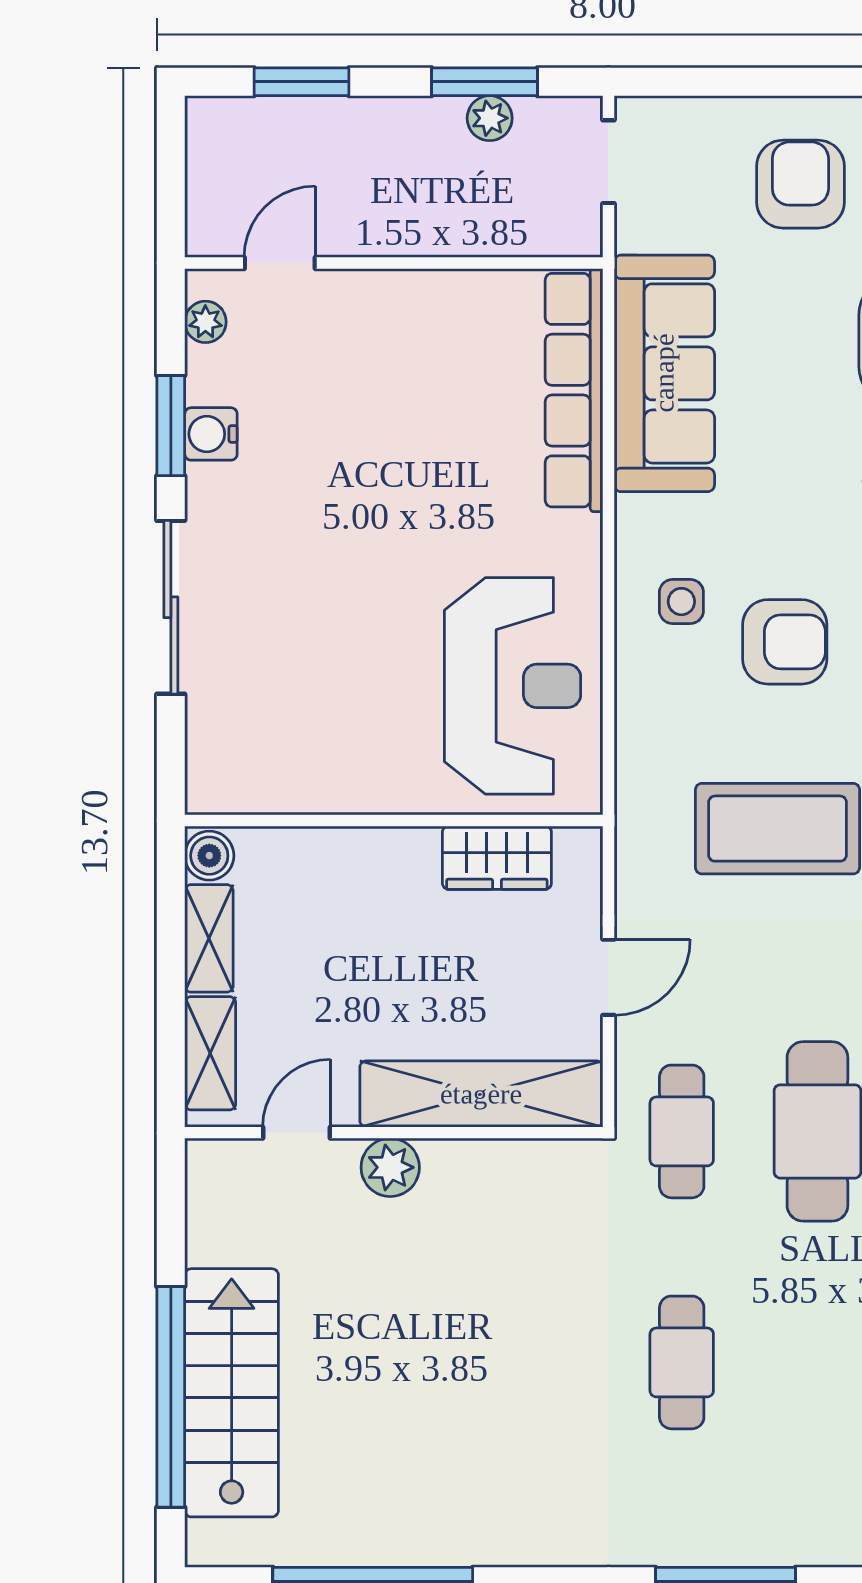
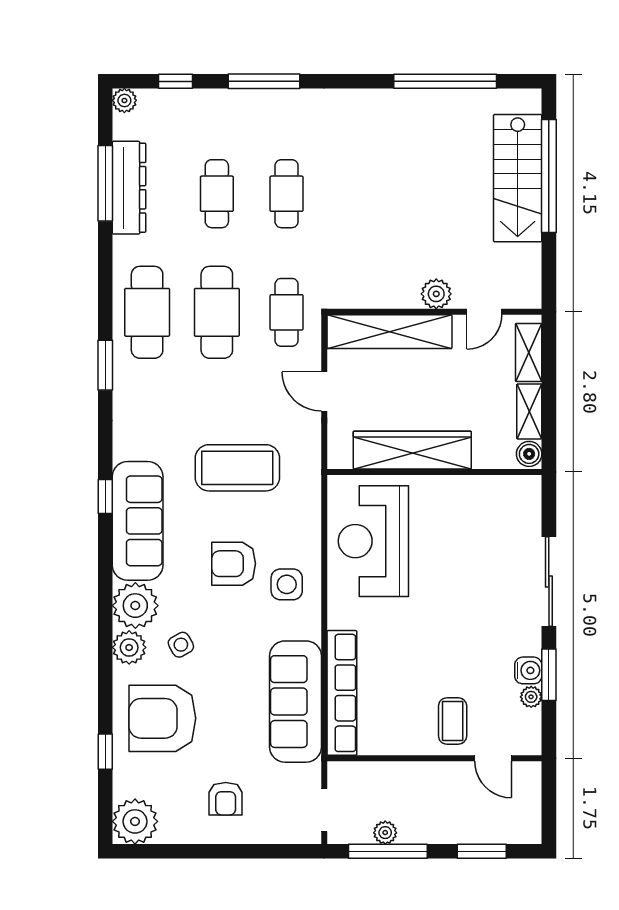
window: (484, 82) -> (388, 851), width x1.44
armchair: (800, 184) -> (226, 799), width x0.72, depth x0.72
door: (280, 263) -> (493, 758), hinge flipped
plant: (205, 322) -> (531, 697), moved
coffee table: (358, 335) -> (453, 721), added
side table: (681, 602) -> (287, 584), width x1.37, depth x1.37
wardrobe: (497, 858) -> (412, 450), width x2.10, depth x1.17
door: (608, 977) -> (324, 391), hinge flipped
cafe table: (817, 1362) -> (217, 194), added

